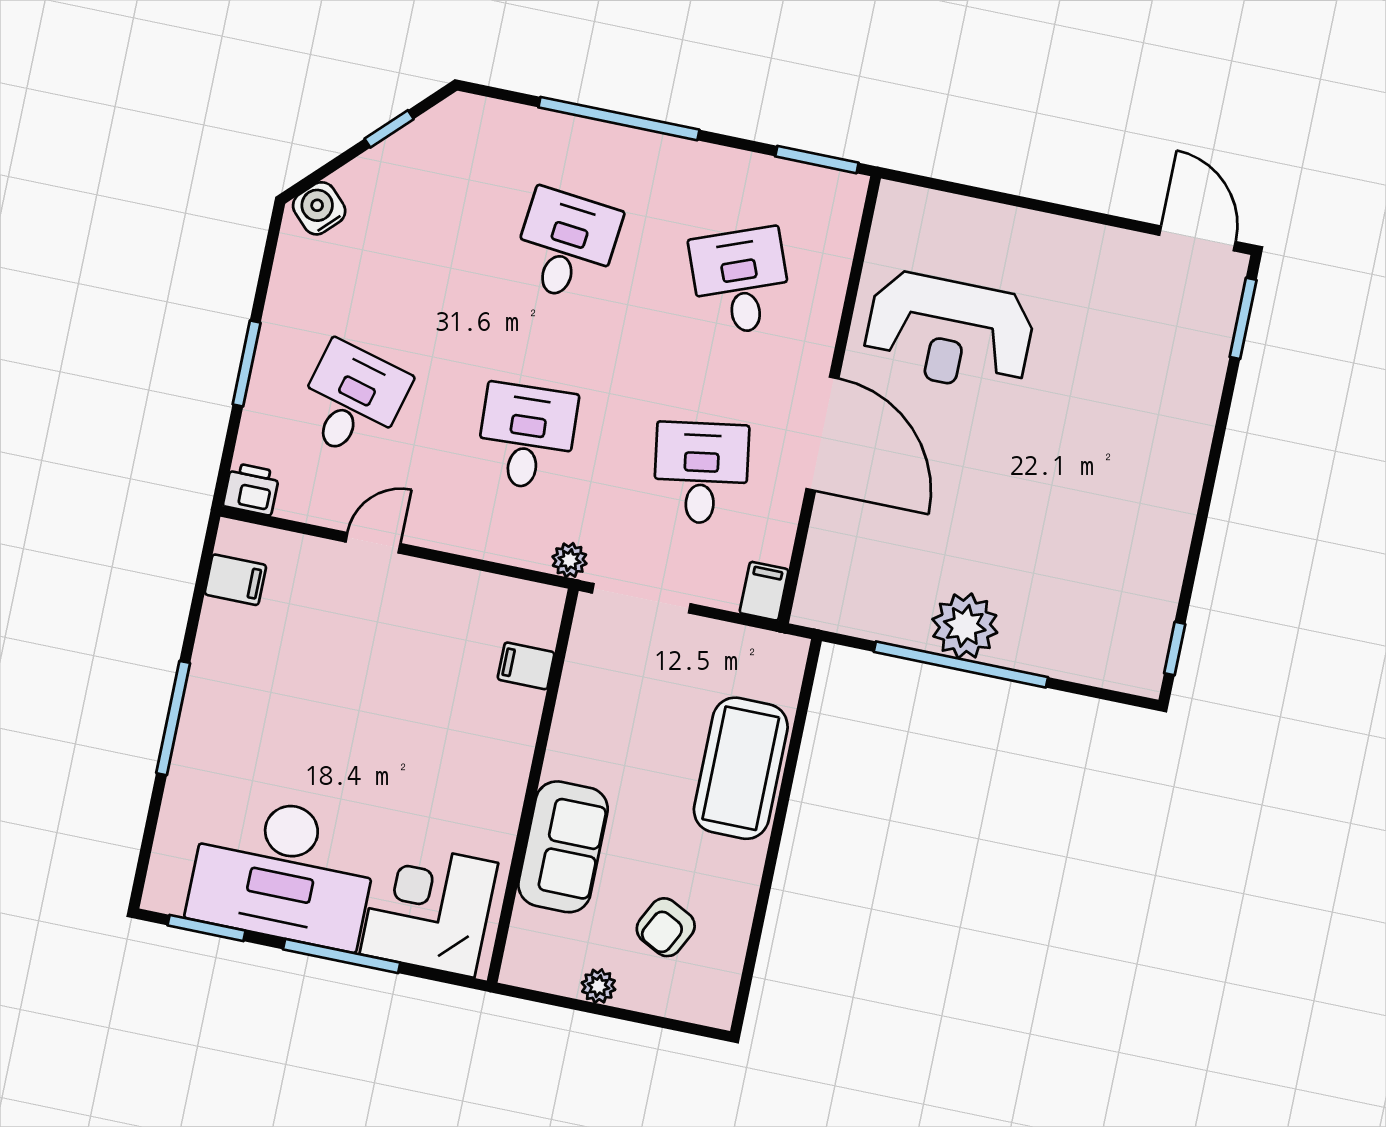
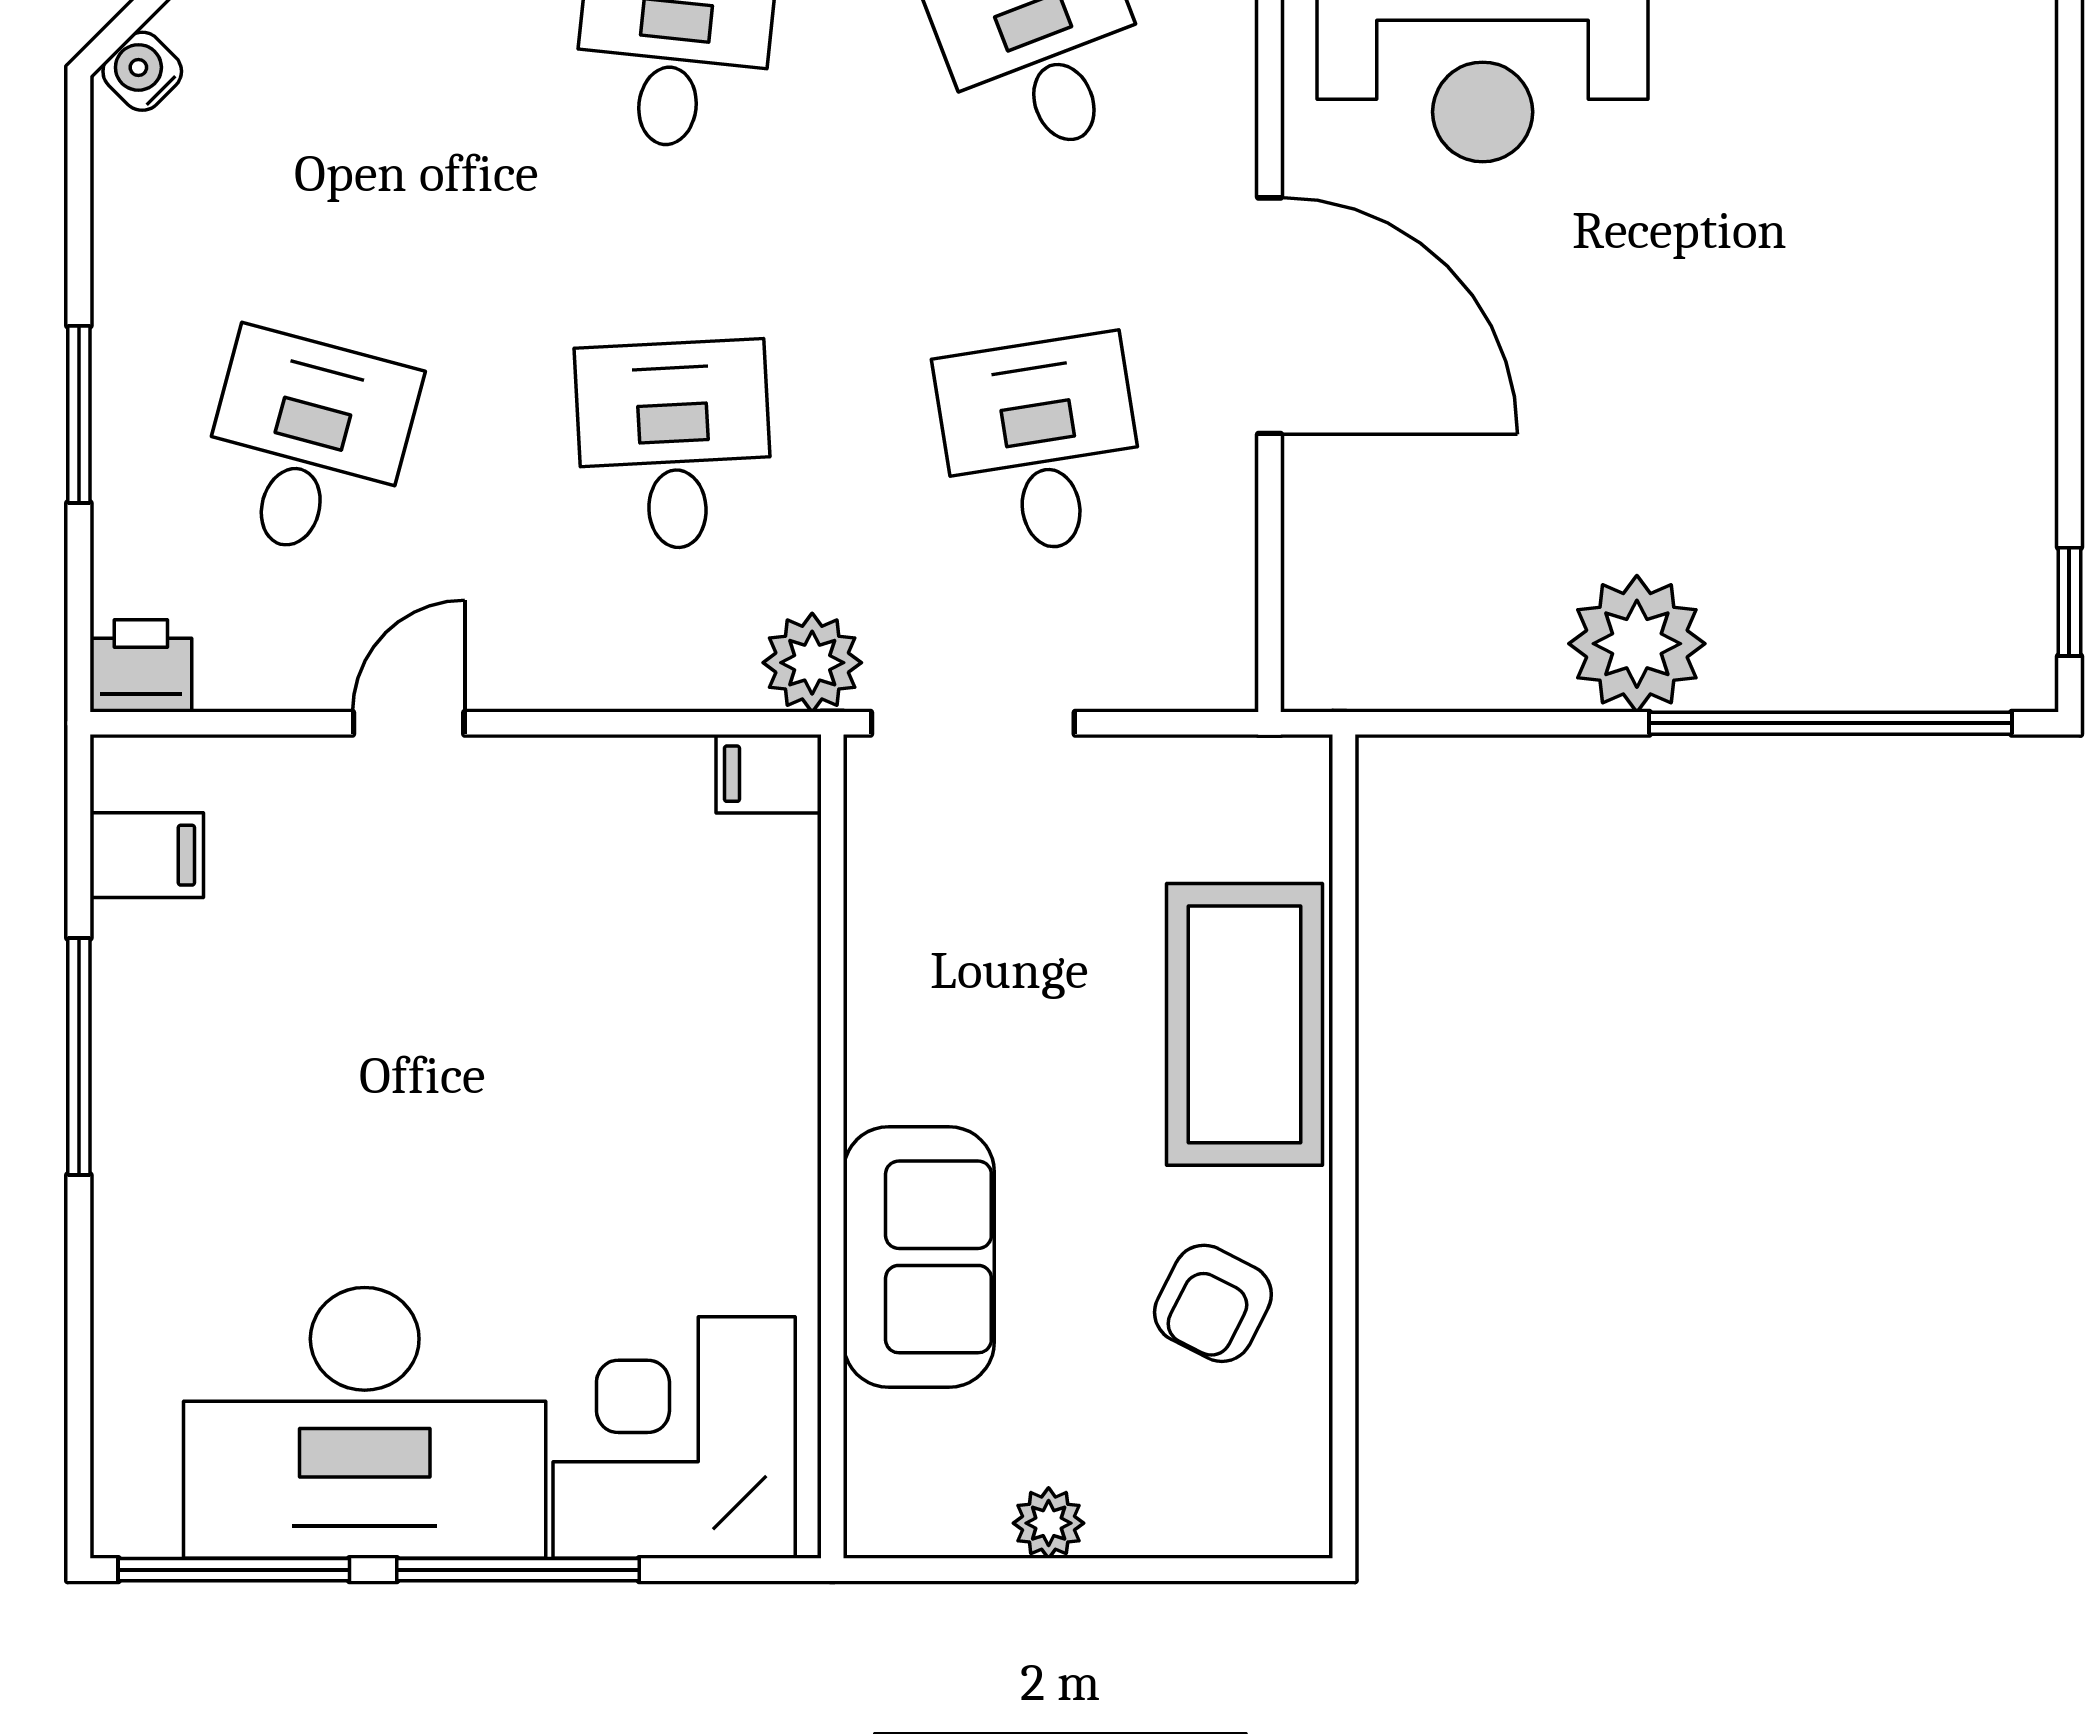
water cooler: (319, 208) -> (142, 71), width x0.72, depth x0.72
plant: (569, 560) -> (812, 663), width x1.38, depth x1.38
filing cabinet: (764, 591) -> (1218, 658), removed
window: (961, 664) -> (1831, 723), moved
filing cabinet: (526, 666) -> (769, 774), moved
window: (173, 718) -> (79, 1057), moved
armchair: (666, 927) -> (1213, 1303), moved
window: (207, 928) -> (234, 1570), width x1.44

